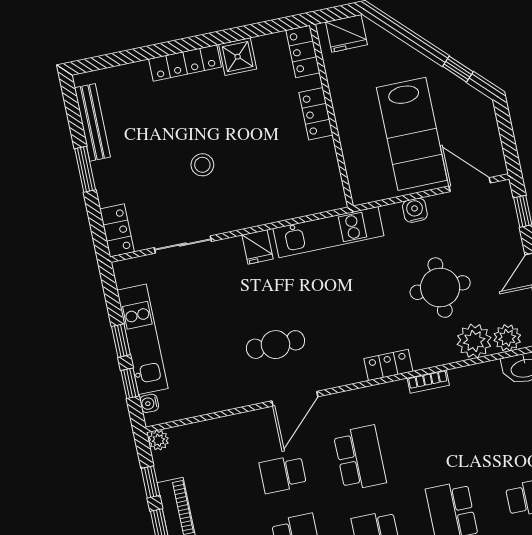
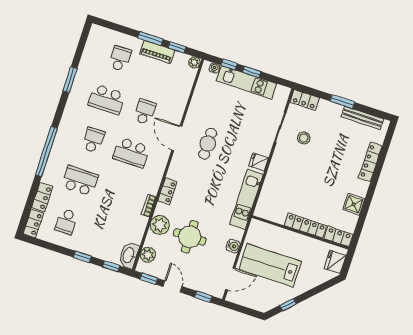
locker: (185, 63) -> (370, 162), moved
locker: (316, 114) -> (306, 226), width x1.53
stool: (202, 165) -> (304, 138), moved
plant: (474, 341) -> (160, 225), moved

